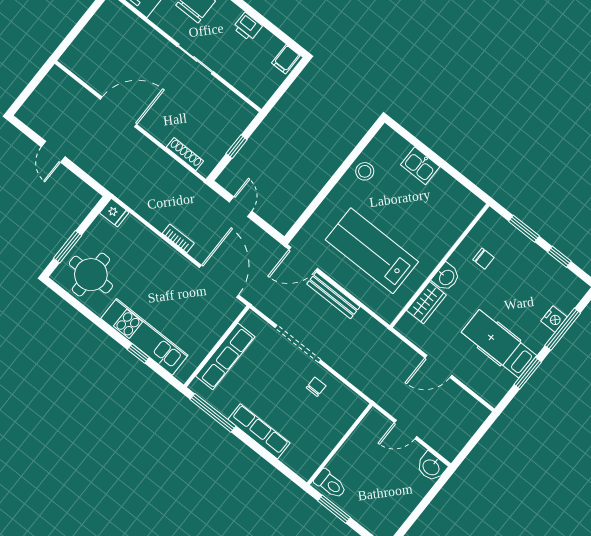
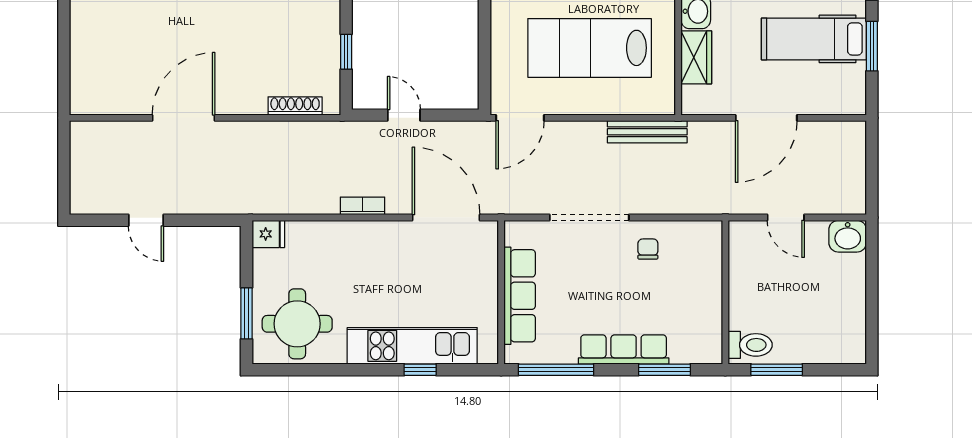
bench: (333, 295) -> (647, 132), moved
door: (438, 366) -> (766, 118), width x1.36
door: (406, 430) -> (786, 218), hinge flipped
window: (273, 460) -> (665, 370), added

